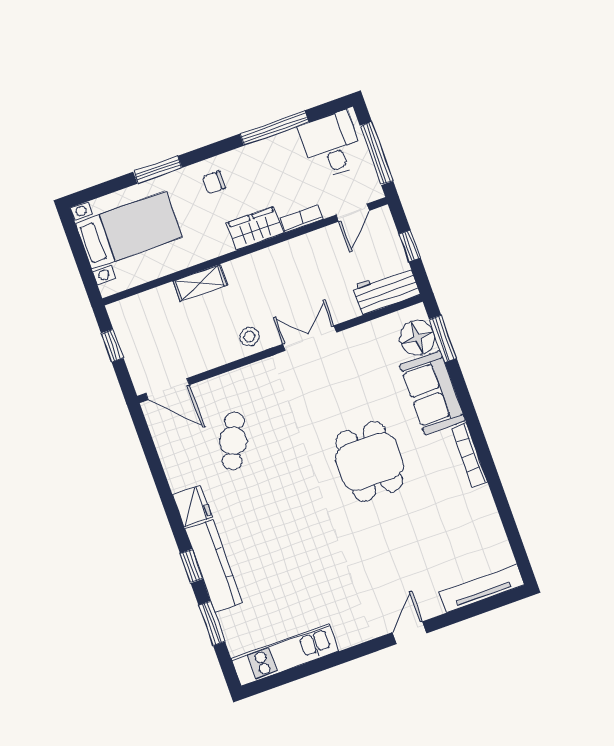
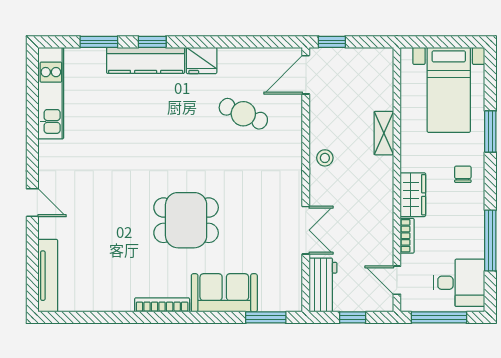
double door: (310, 338) -> (306, 230), moved
floor lamp: (417, 338) -> (274, 297), removed
window: (112, 346) -> (332, 42), moved

